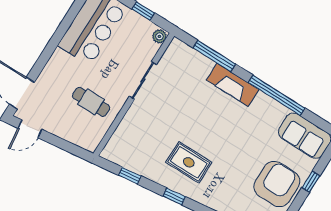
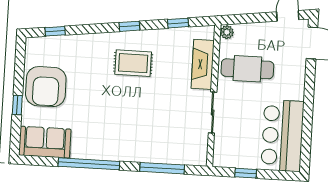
plant: (159, 36) -> (227, 32), moved
fireplace: (233, 85) -> (203, 64), moved, turned -90
cafe table: (91, 102) -> (247, 69), width x1.37, depth x1.35

